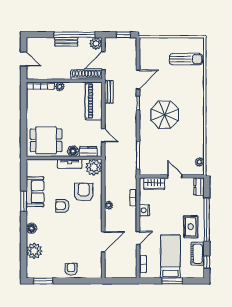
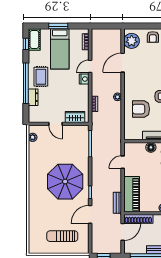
plant: (96, 43) -> (130, 248), removed
sun lounger: (186, 59) -> (62, 236), moved
parasol: (165, 115) -> (65, 182), width x1.36, depth x1.36
door: (103, 135) -> (123, 162), hinge flipped
dresser: (88, 151) -> (137, 147), removed
plant: (94, 167) -> (132, 41), moved
dresser: (199, 187) -> (33, 97), moved
armchair: (84, 192) -> (141, 109), turned 90
nightstand: (144, 210) -> (84, 79), moved
cot: (198, 254) -> (34, 39), moved

